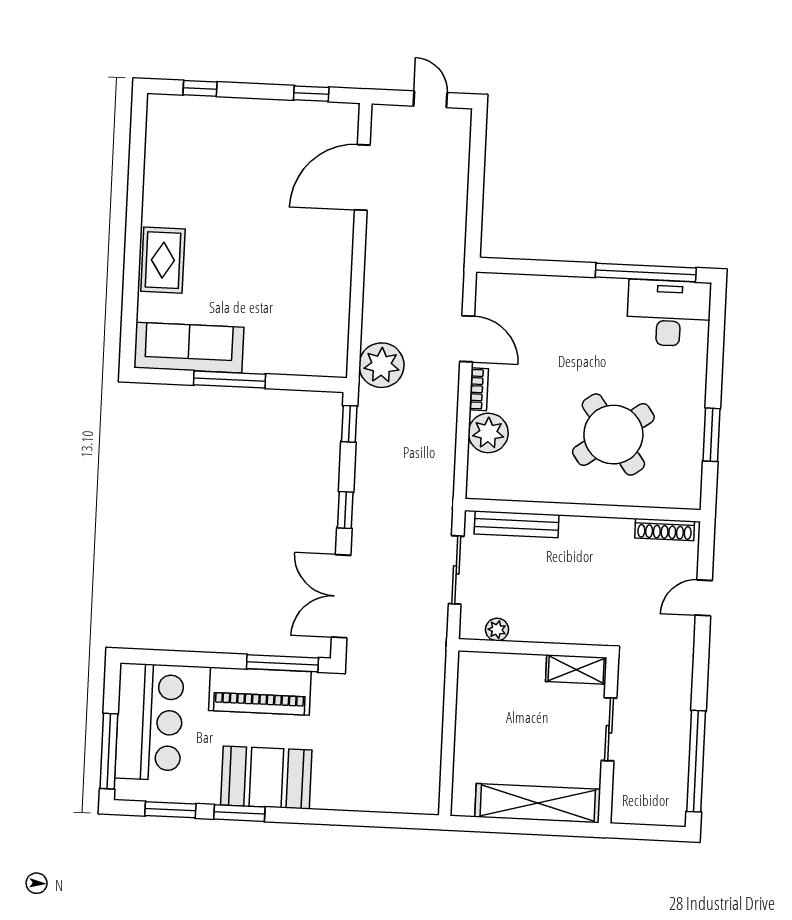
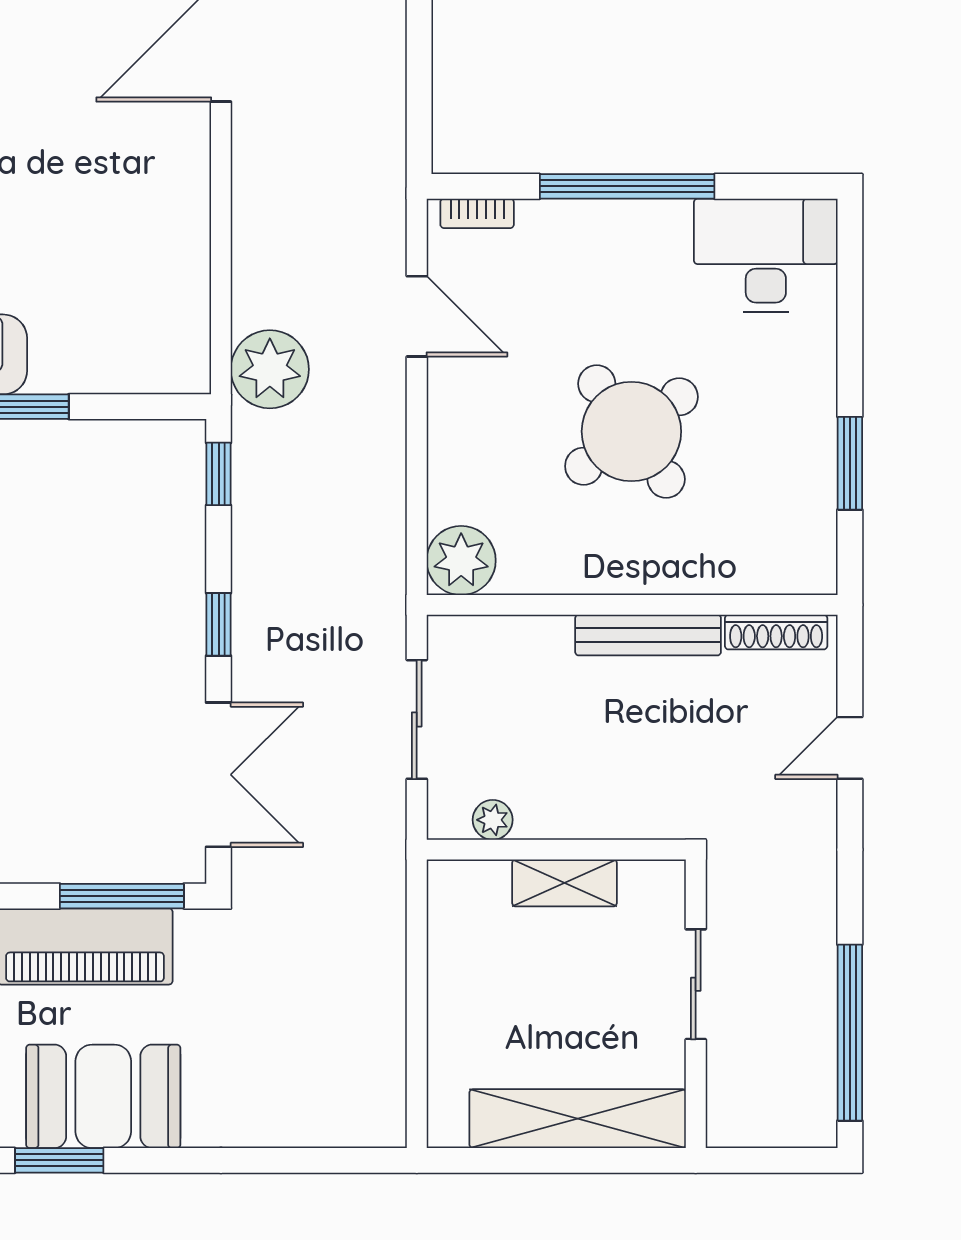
window: (646, 273) -> (627, 186), moved
bookcase: (479, 389) -> (477, 213), moved, turned 90
plant: (488, 433) -> (461, 560), moved
round table: (613, 435) -> (631, 431), moved
bench: (517, 524) -> (648, 635), moved
double door: (341, 596) -> (219, 775), swing flipped
shelving: (576, 669) -> (564, 883), moved

